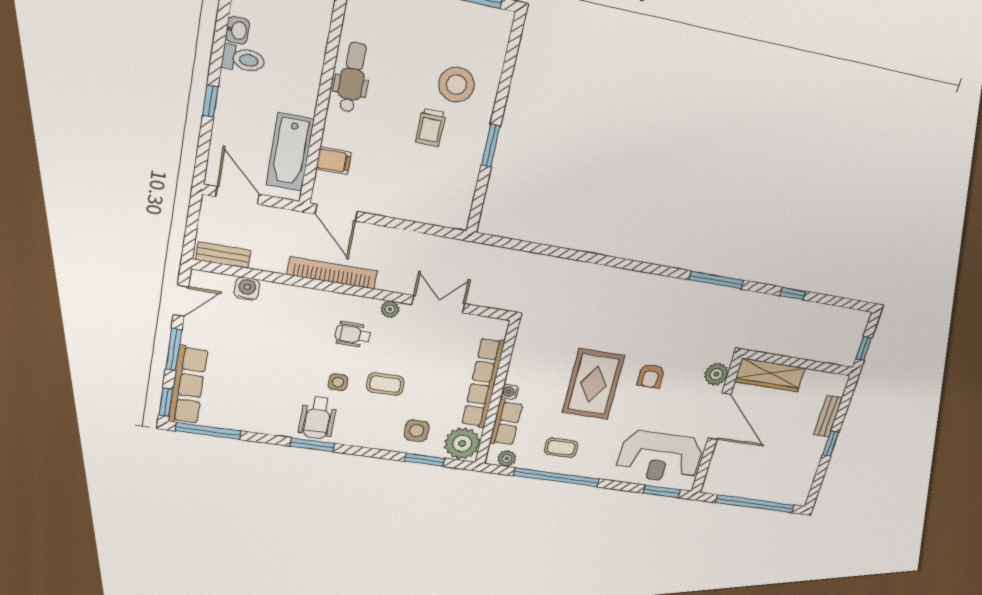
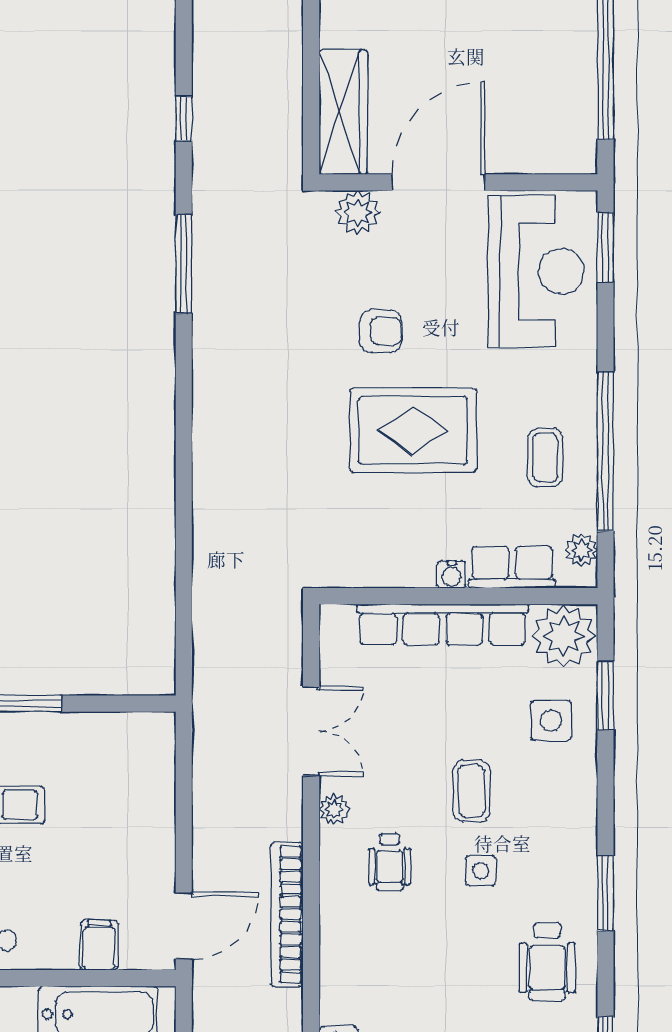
double door: (438, 304) -> (311, 731), swing flipped
wheelchair: (318, 418) -> (547, 961), moved, turned 90

